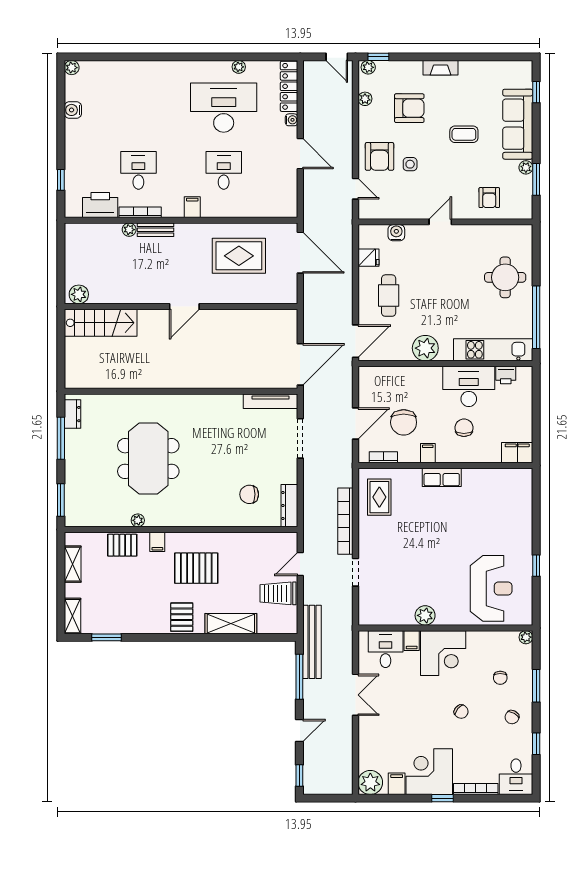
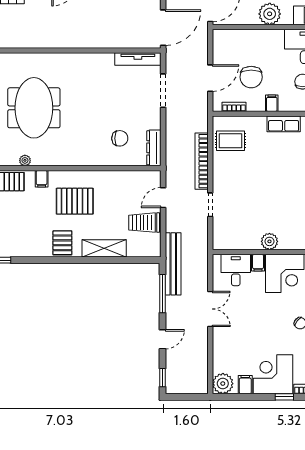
chair: (249, 494) -> (120, 138), turned 180
rug: (379, 497) -> (230, 141), turned 90

